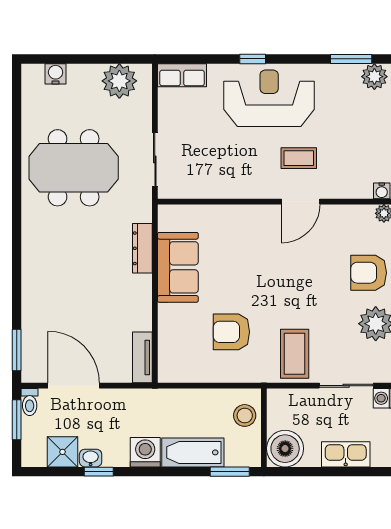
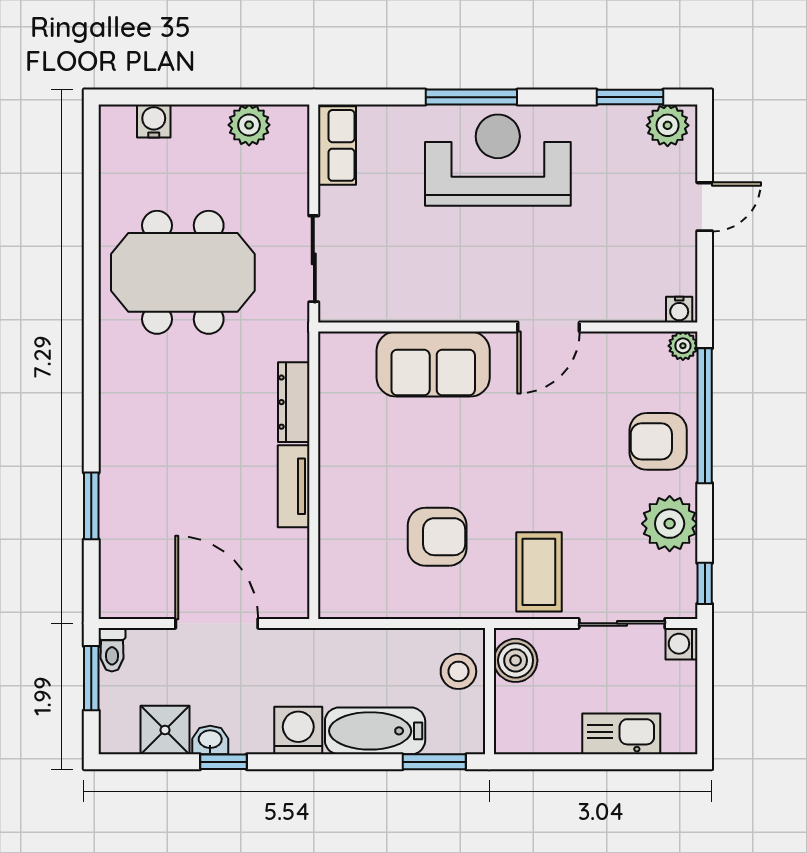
window: (253, 59) -> (471, 97), width x2.17
row of seats: (182, 75) -> (337, 145), moved, turned -90
plant: (119, 81) -> (249, 125), width x0.73, depth x0.73
coffee table: (299, 158) -> (546, 257), removed
sofa: (178, 267) -> (433, 364), moved, turned 90
armchair: (231, 332) -> (437, 537), turned 180
window: (17, 350) -> (91, 506), moved
tv unit: (142, 357) -> (294, 486), moved
door: (74, 386) -> (217, 623), moved
boiler: (285, 449) -> (516, 660), moved, width x0.73, depth x0.73

